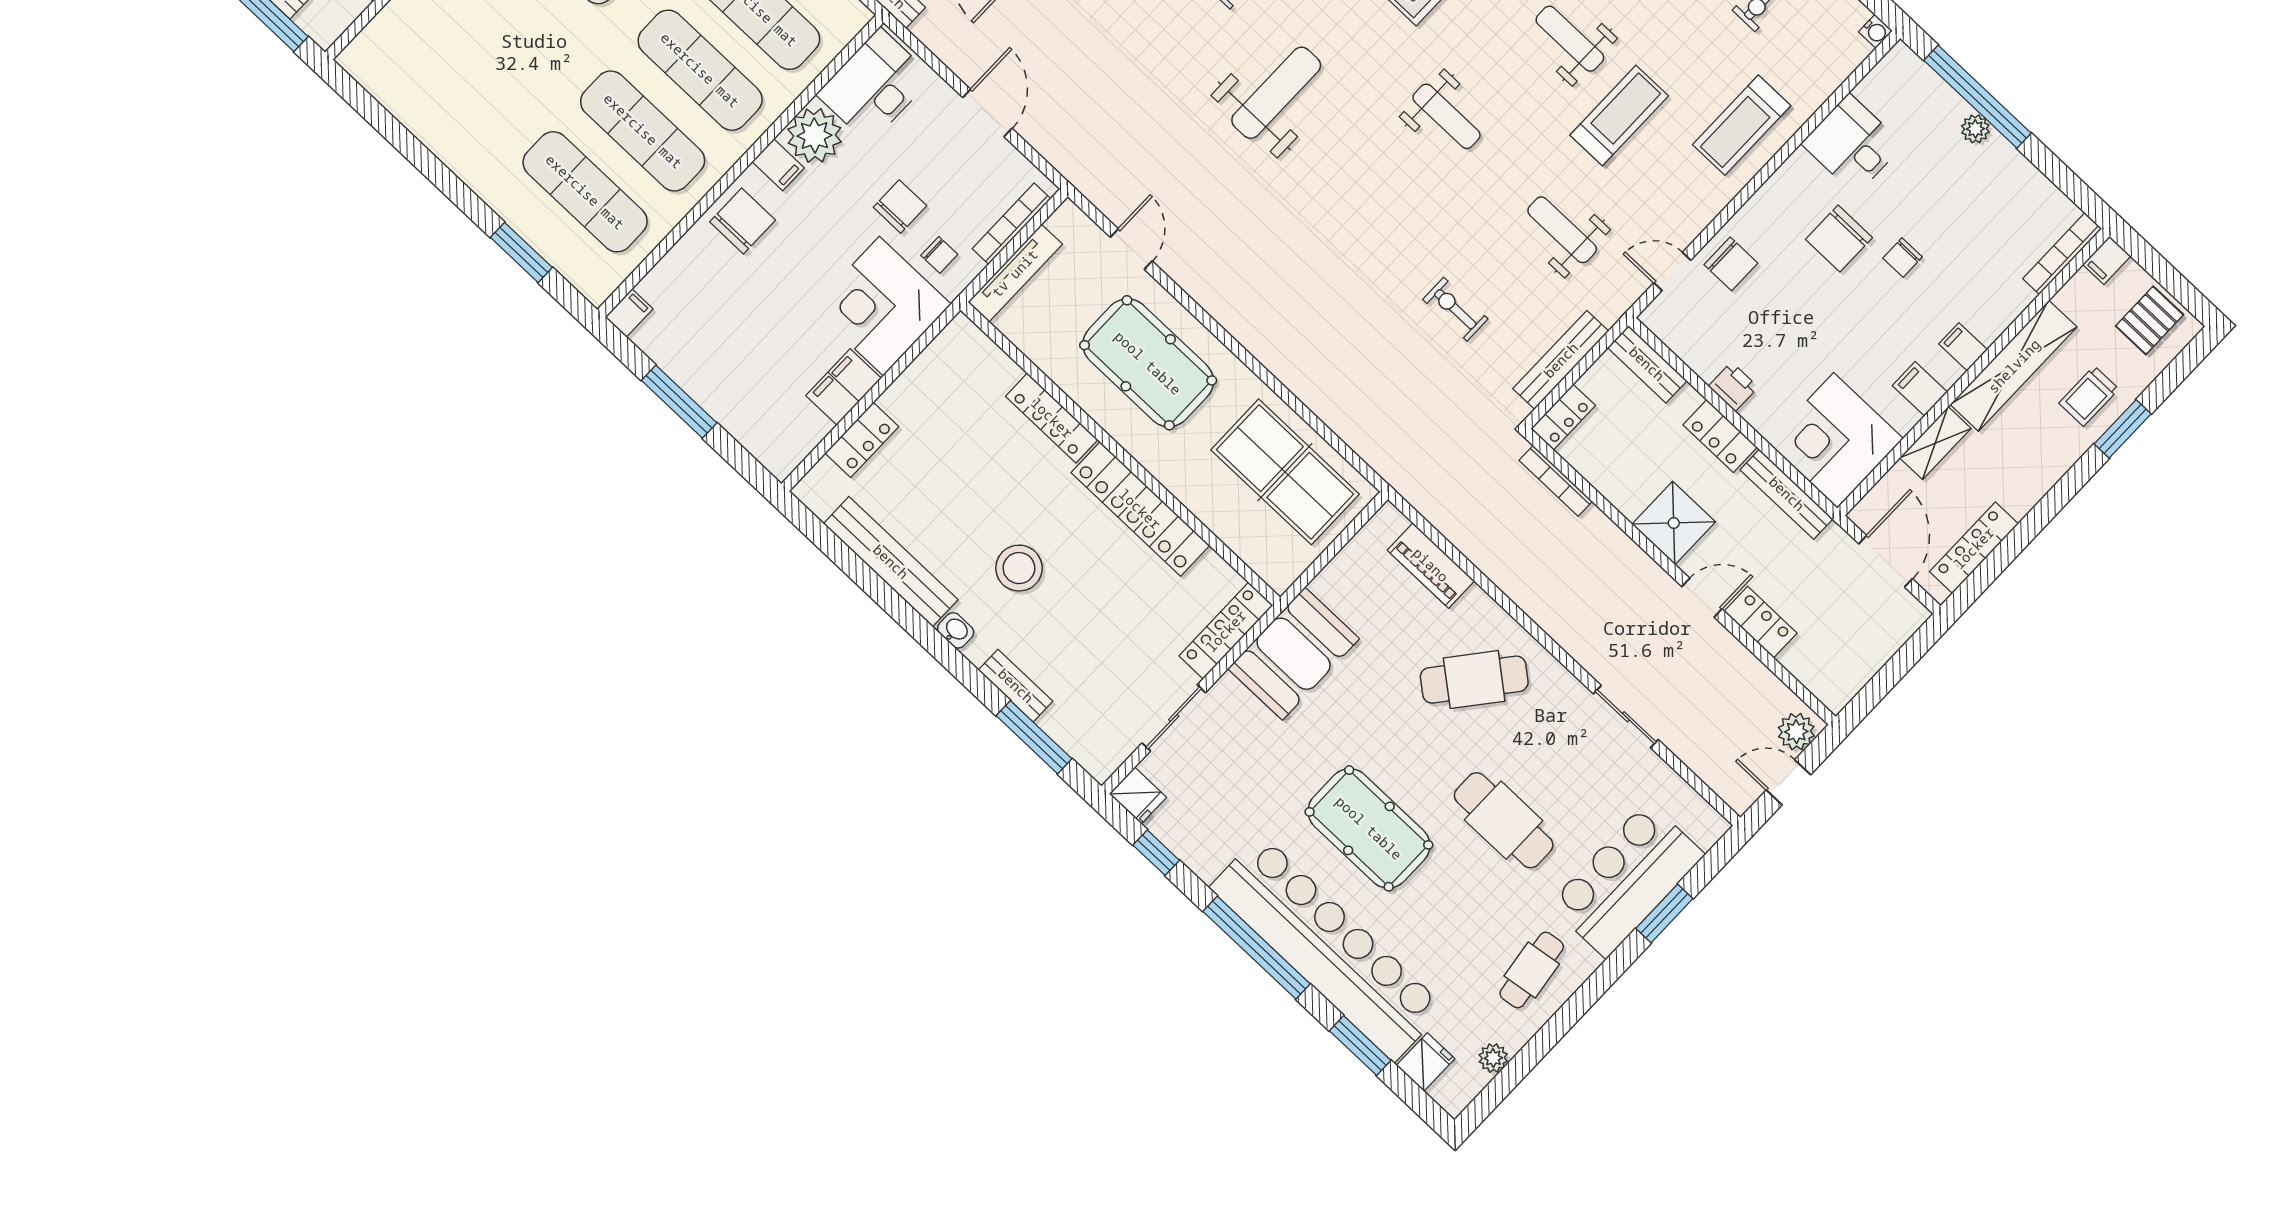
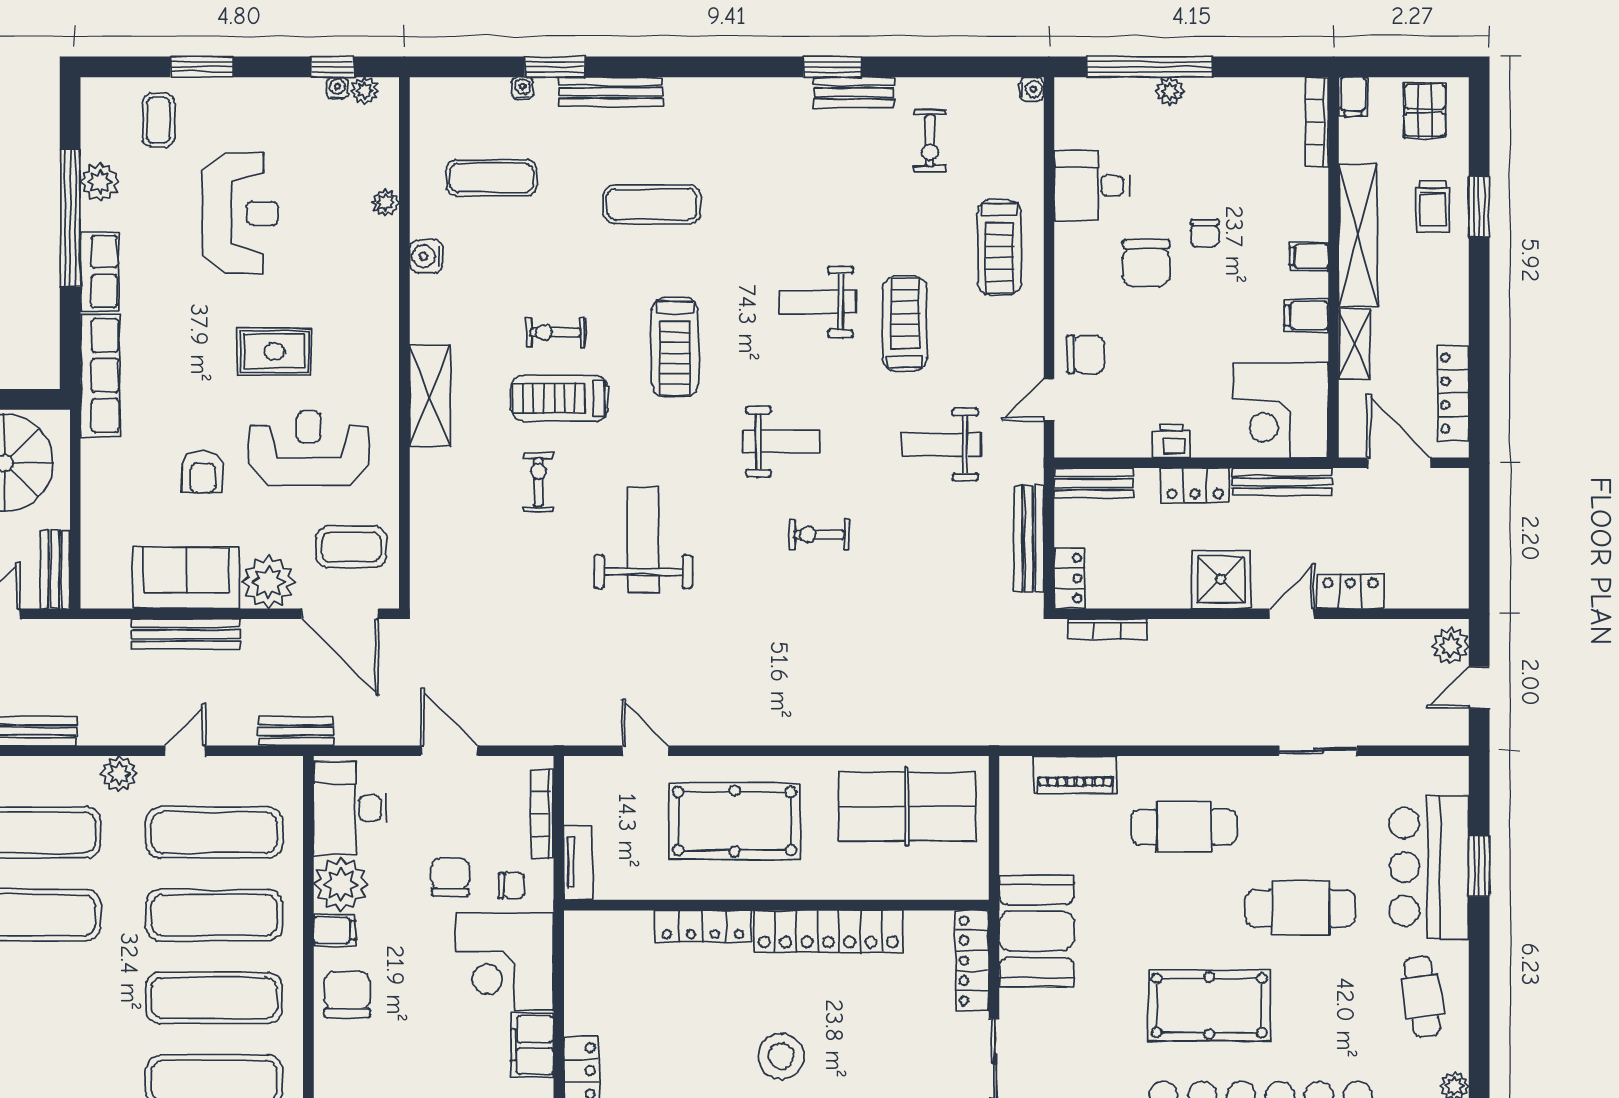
tv unit: (1015, 273) -> (578, 862), width x0.71
exercise bike: (1455, 309) -> (819, 535), moved
cafe table: (1474, 680) -> (1184, 827), turned 51

